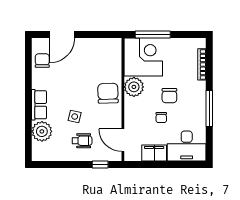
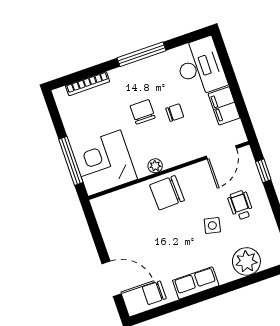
plant: (134, 87) -> (155, 166), width x0.53, depth x0.53
chair: (169, 96) -> (143, 112), turned -90
row of seats: (39, 105) -> (196, 283), moved

